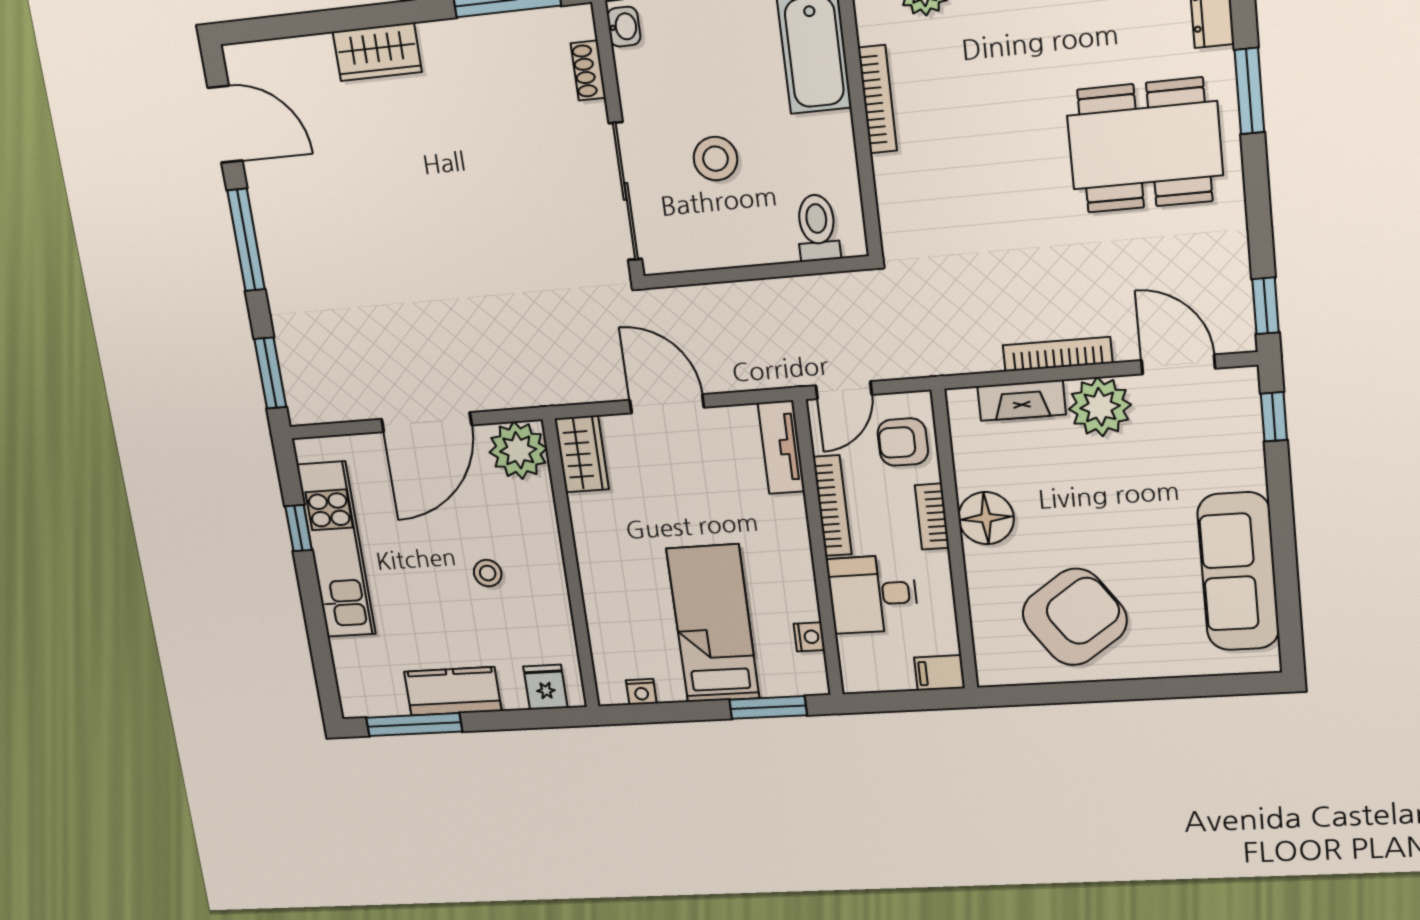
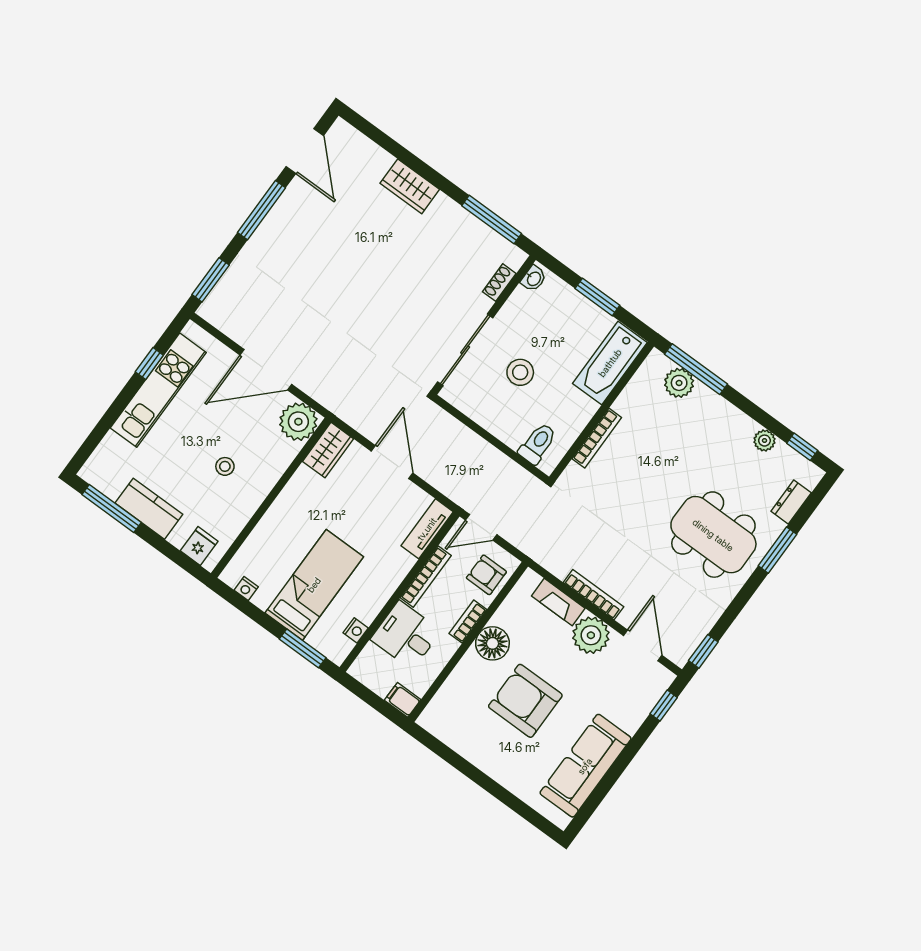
bookcase: (877, 99) -> (597, 438), moved
armchair: (1075, 617) -> (525, 701), moved, turned -145

